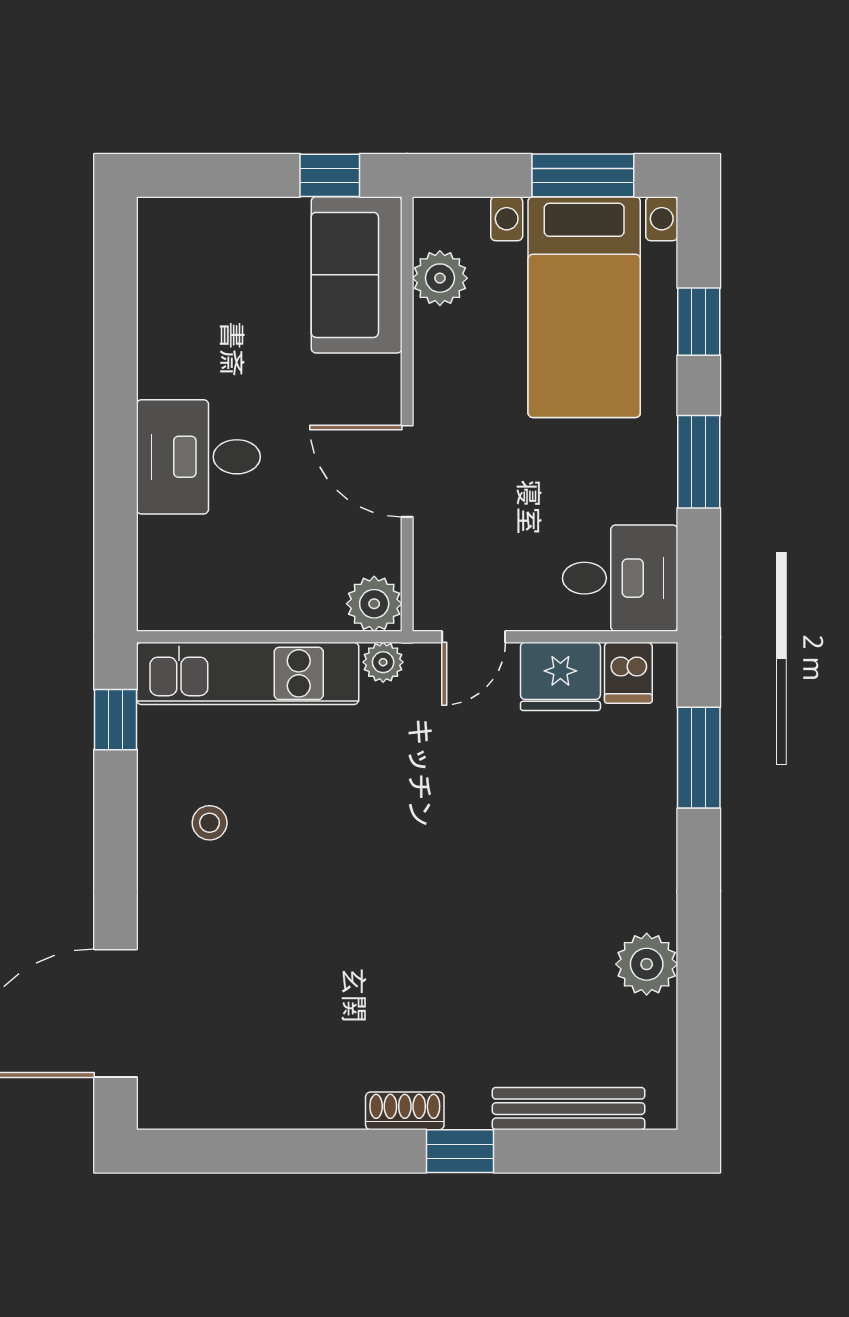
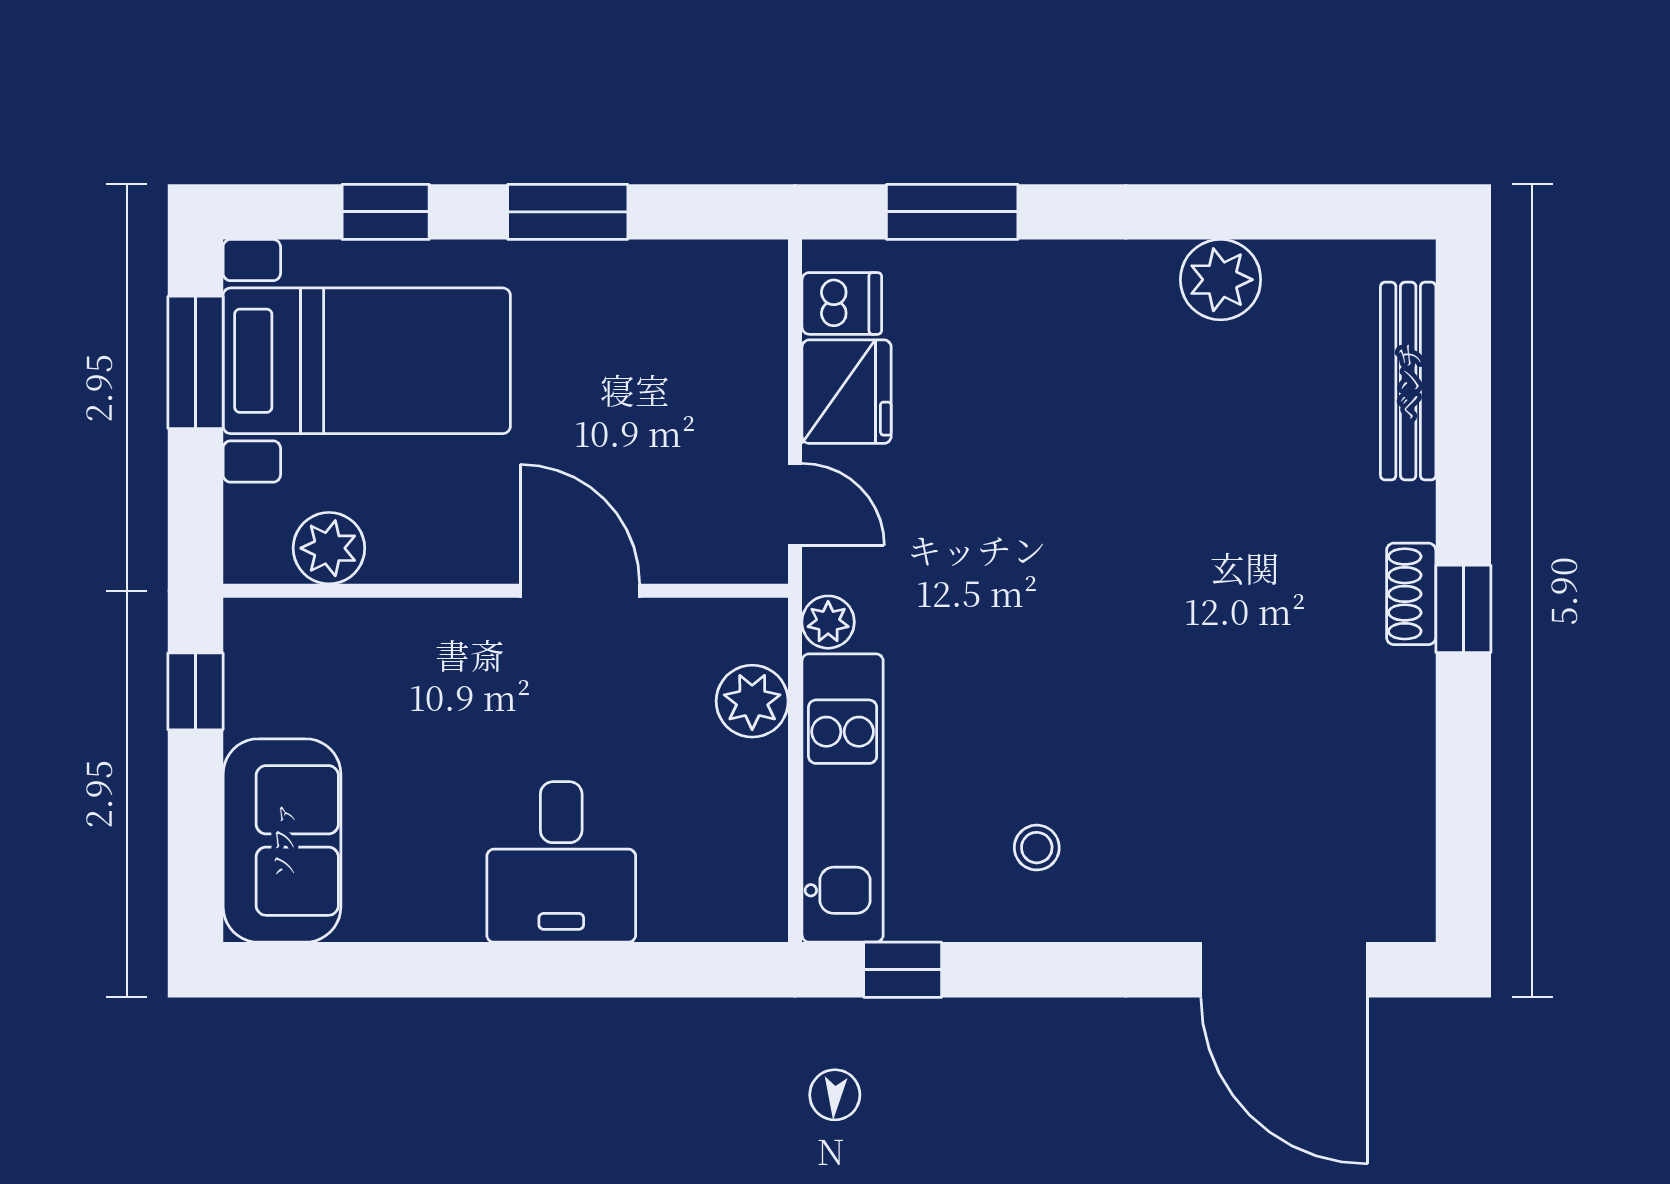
sofa: (357, 275) -> (282, 840), moved, turned -90
door: (407, 471) -> (580, 591), swing flipped
desk: (620, 578) -> (719, 314), removed
plant: (374, 604) -> (752, 701), moved
window: (460, 1151) -> (1463, 609), moved

